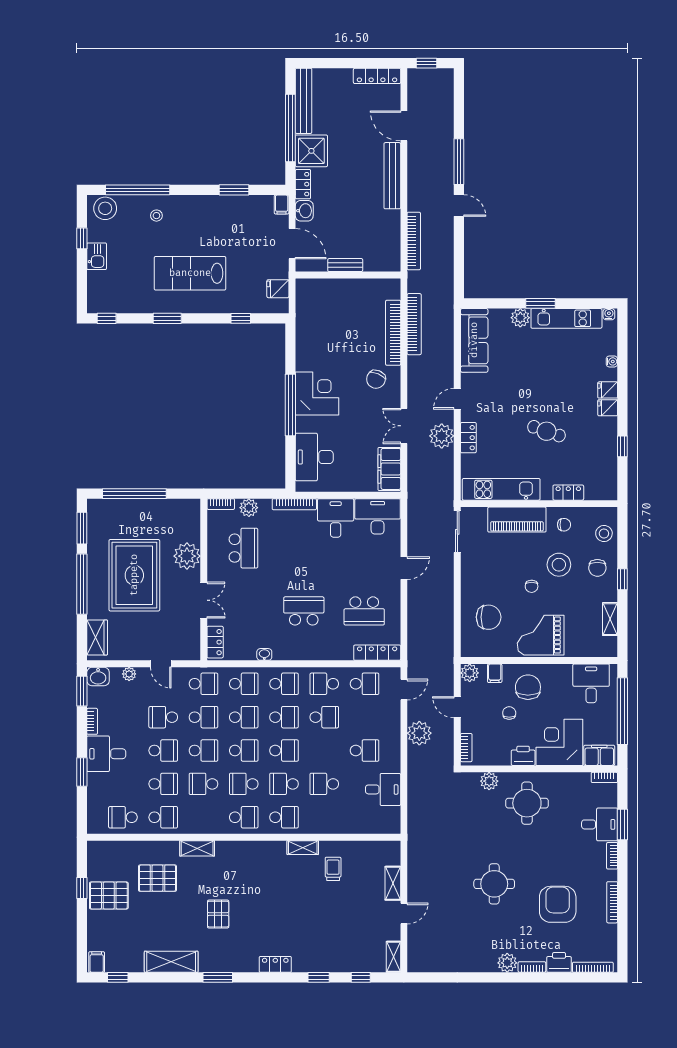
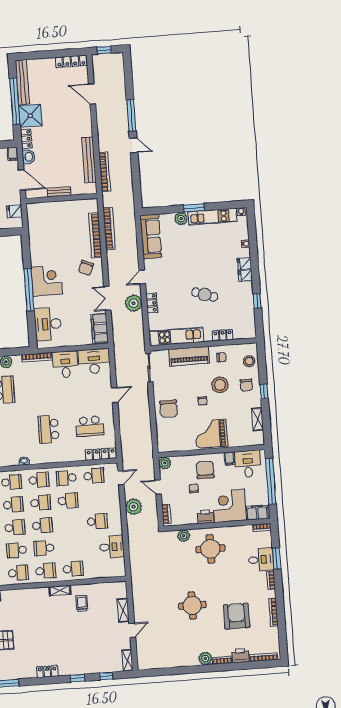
bench: (392, 176) -> (89, 160), moved
school desk: (304, 611) -> (49, 429), turned -90
chair: (489, 617) -> (169, 409), moved, turned 90
filing cabinet: (495, 673) -> (229, 458), moved
school desk: (324, 784) -> (73, 569), moved, turned 180

